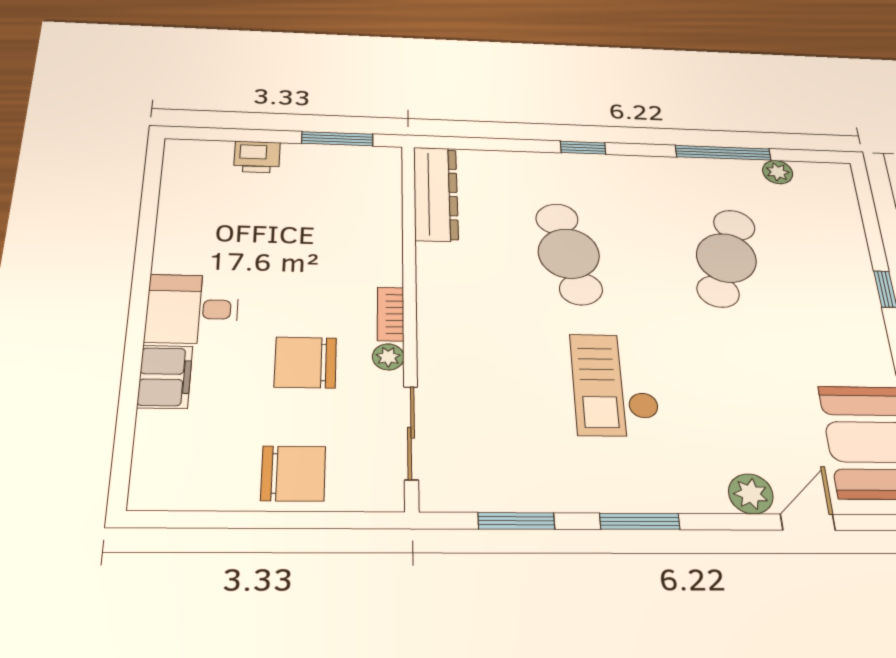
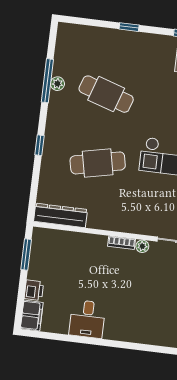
plant: (778, 172) -> (57, 84), moved
desk: (192, 309) -> (87, 319), moved
chair: (305, 362) -> (142, 279), removed
filing cabinet: (165, 377) -> (32, 316), moved, turned 90

